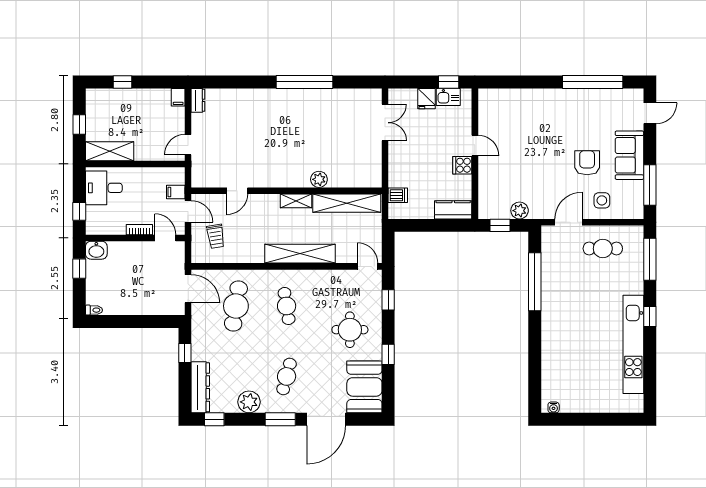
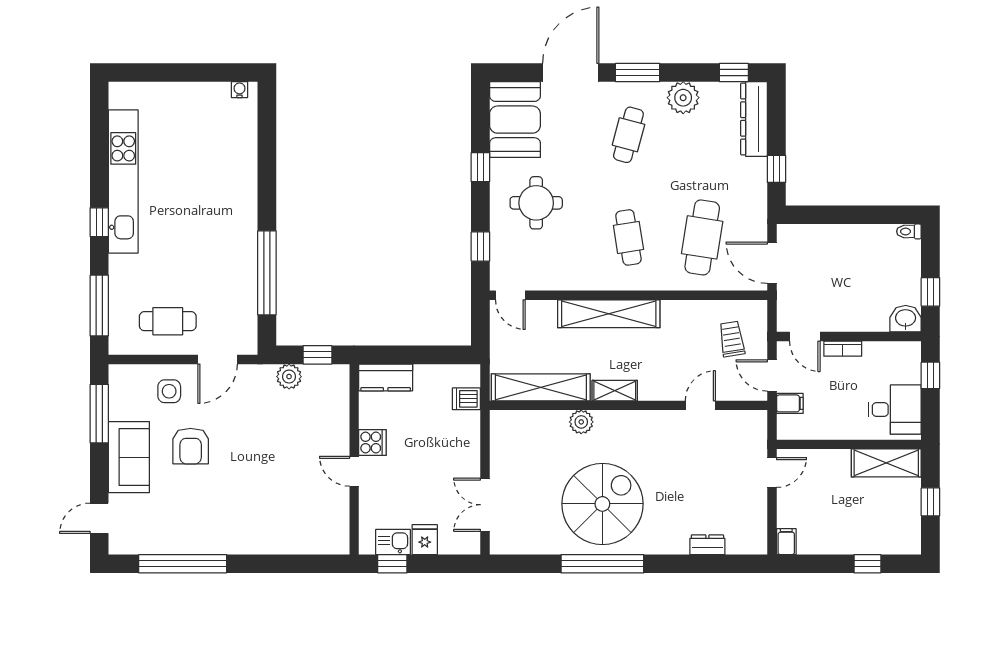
dresser: (198, 100) -> (707, 545), moved, turned 90
spiral stairs: (304, 123) -> (602, 504), added

